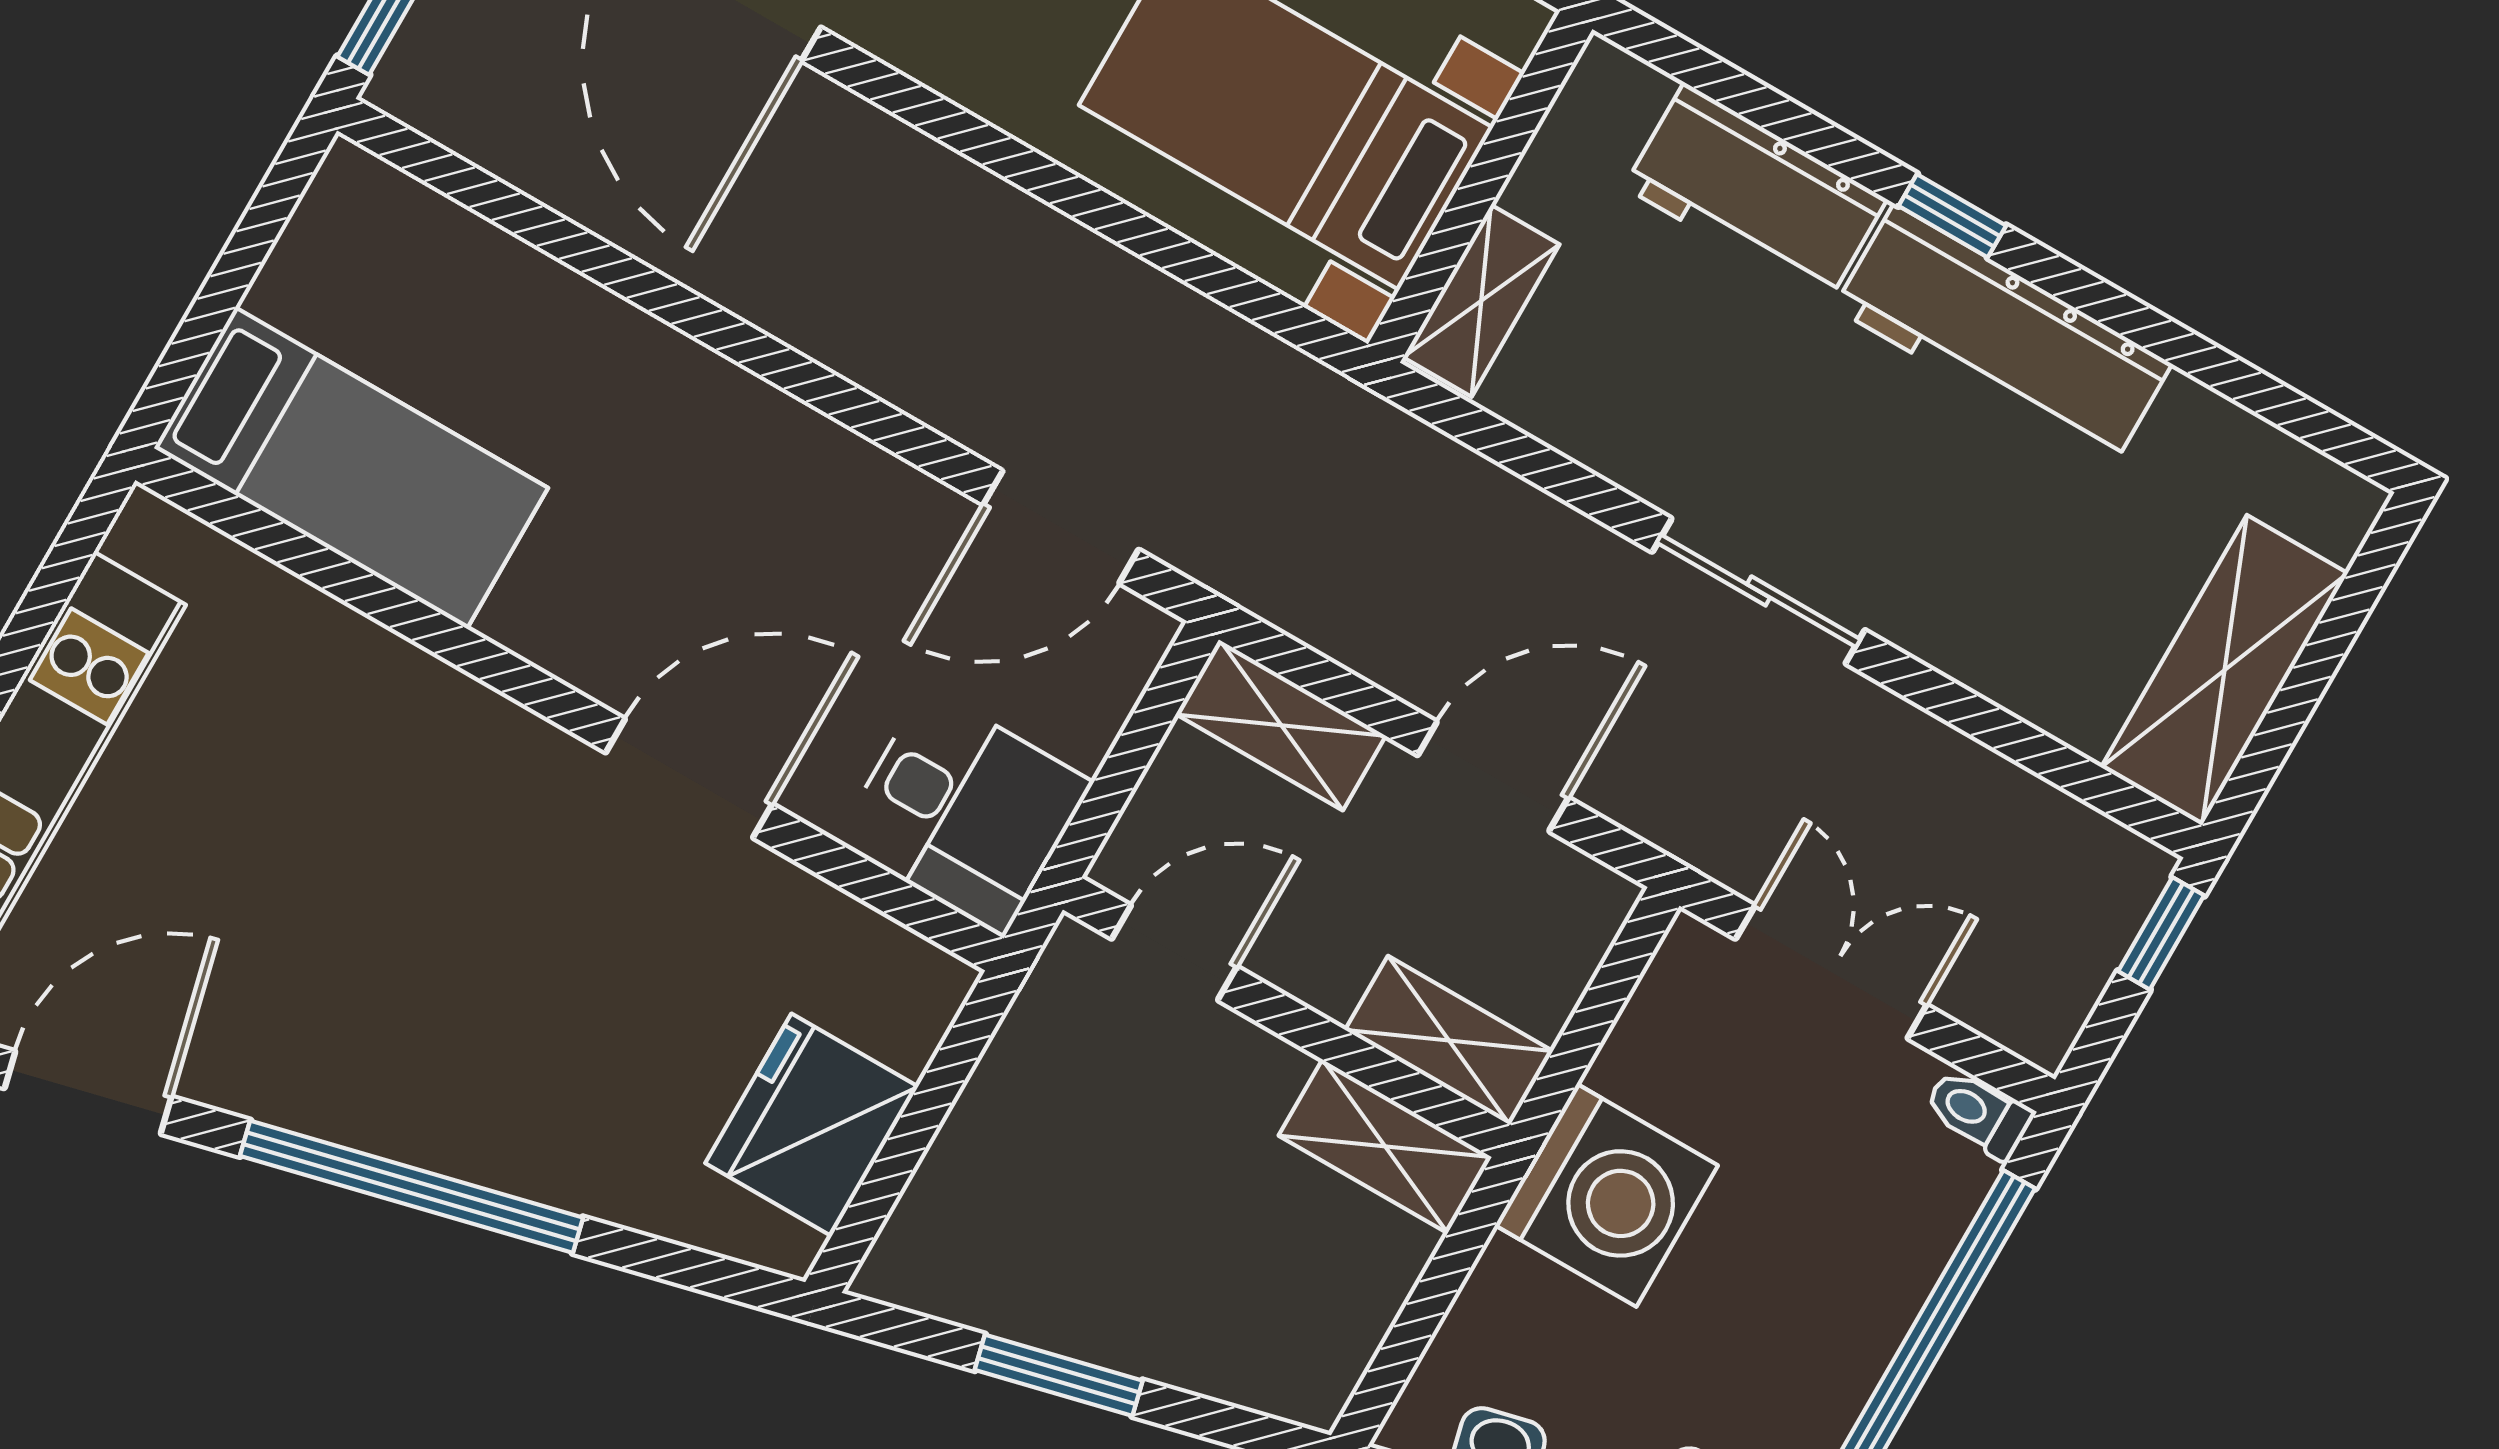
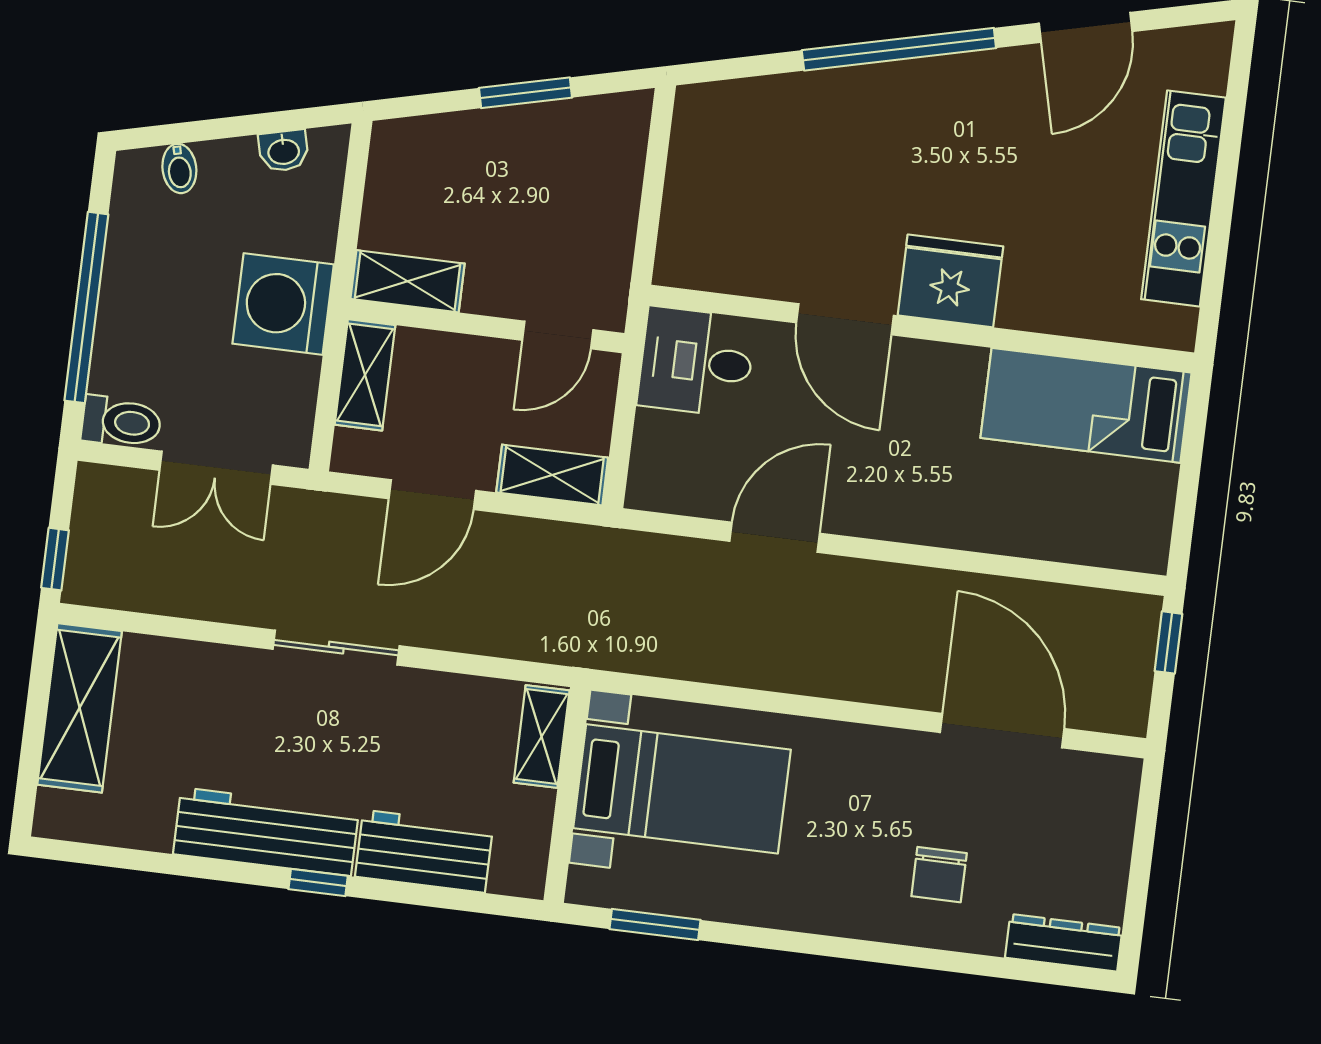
door: (1061, 527) -> (775, 537), moved
door: (689, 778) -> (845, 319), hinge flipped
shelving: (1449, 1040) -> (365, 375), moved, turned 90
toilet: (1978, 1113) -> (121, 422), width x1.37, depth x1.39
fridge: (812, 1125) -> (950, 281), moved, turned -90

